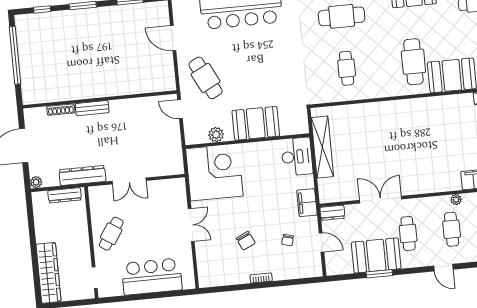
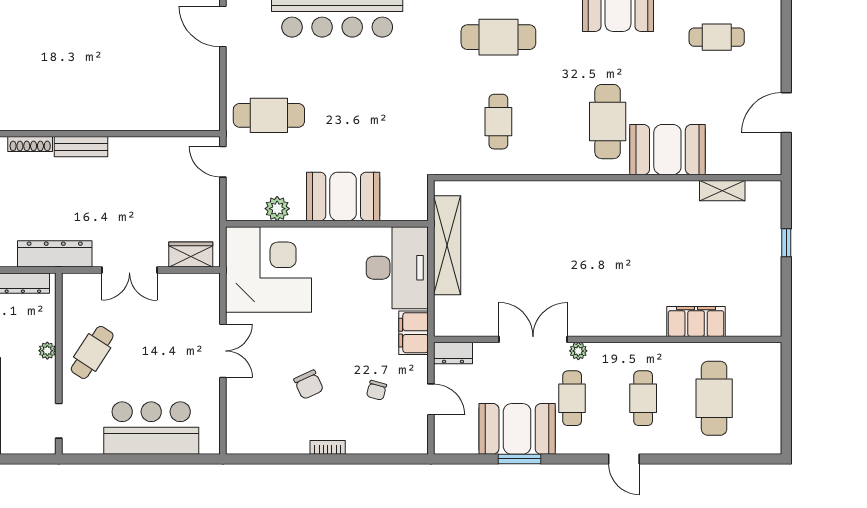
door: (173, 38) -> (223, 27), moved
cafe table: (206, 78) -> (269, 115), turned -63
desk: (297, 157) -> (397, 268), width x1.36, depth x1.30
wardrobe: (166, 168) -> (191, 255), added
plant: (456, 200) -> (578, 351), moved
plant: (84, 235) -> (47, 351), added

